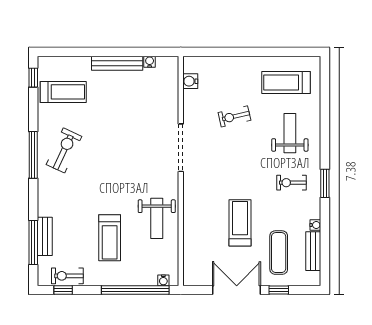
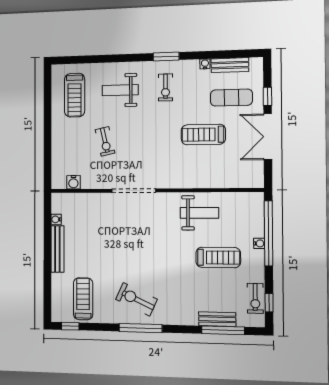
water cooler: (163, 280) -> (259, 243), moved

